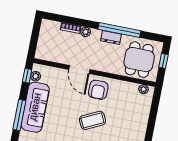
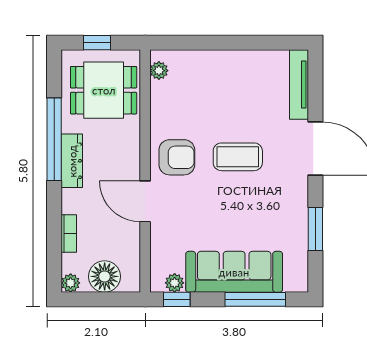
plant: (86, 32) -> (71, 283), moved
dresser: (111, 37) -> (72, 161), width x1.44
floor lamp: (46, 42) -> (105, 276), added
door: (79, 69) -> (145, 201), swing flipped
coffee table: (92, 120) -> (238, 157), turned -64

